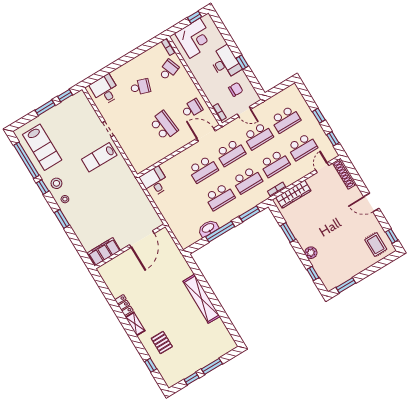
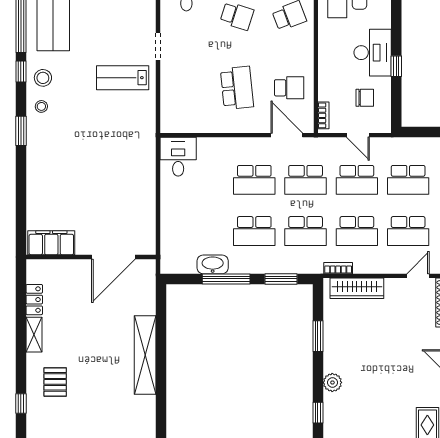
door: (142, 239) -> (113, 257), moved
wall: (130, 246) -> (91, 257), moved
filing cabinet: (104, 252) -> (51, 243), moved

